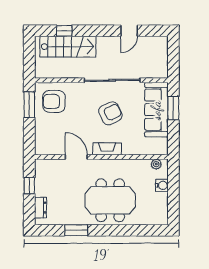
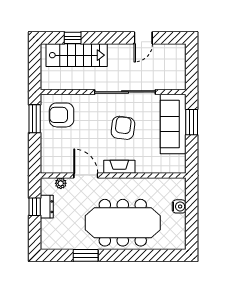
armchair: (110, 113) -> (123, 128), turned -57
plant: (156, 164) -> (61, 183), moved
meeting table: (110, 200) -> (123, 223), width x1.36
dresser: (40, 208) -> (47, 207), moved

